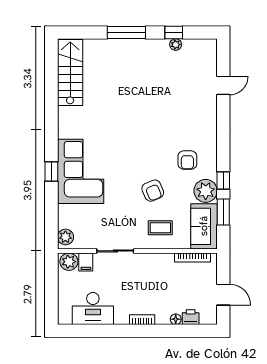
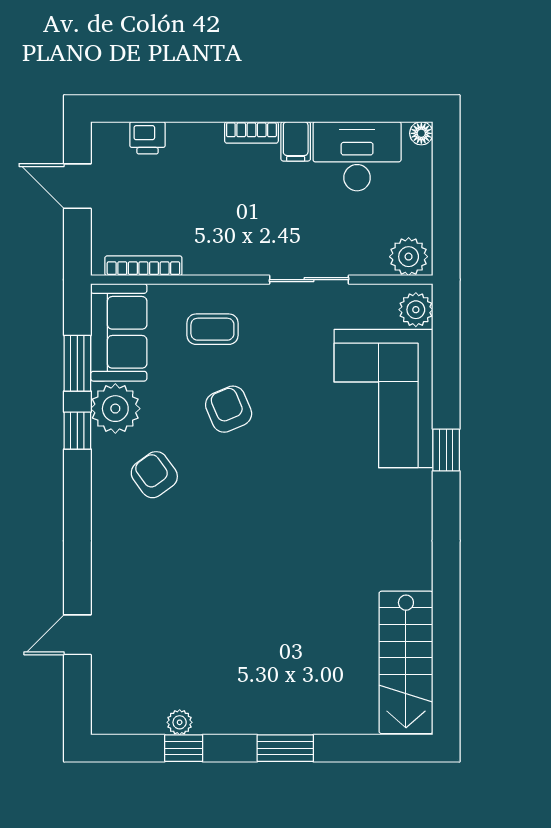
window: (126, 33) -> (285, 748), width x0.69
armchair: (187, 160) -> (154, 475), turned -36
corner sofa: (81, 171) -> (383, 399), moved
filing cabinet: (86, 262) -> (296, 141), moved, turned 180
floor lamp: (176, 319) -> (421, 133), moved

